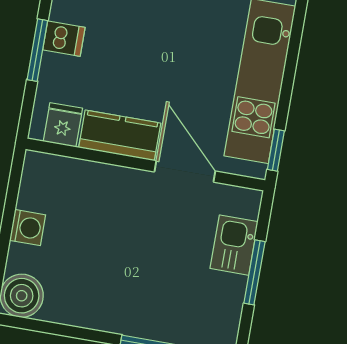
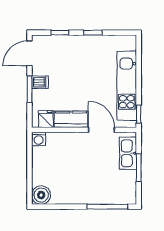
washing machine: (28, 228) -> (39, 139), moved, turned 90
kitchen sink: (234, 245) -> (128, 153), width x1.38

